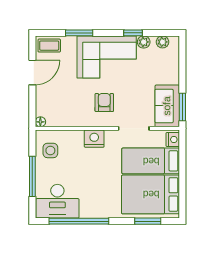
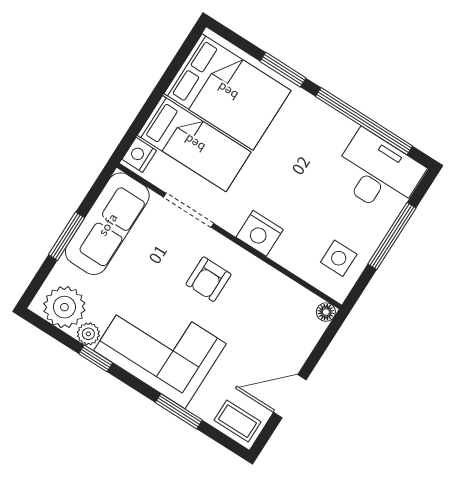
plant: (163, 42) -> (64, 307), width x1.87, depth x1.87
sofa: (167, 106) -> (107, 224), width x1.36
window: (182, 107) -> (67, 236), moved
window: (148, 221) -> (283, 70), moved

